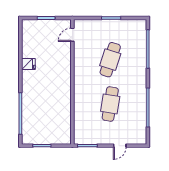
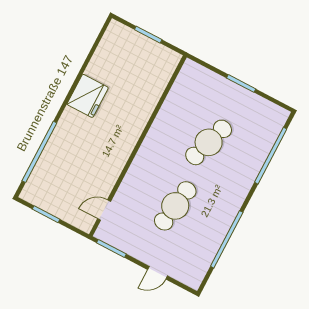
door: (72, 35) -> (104, 210), moved
fridge: (28, 64) -> (88, 96), width x1.88, depth x1.34

